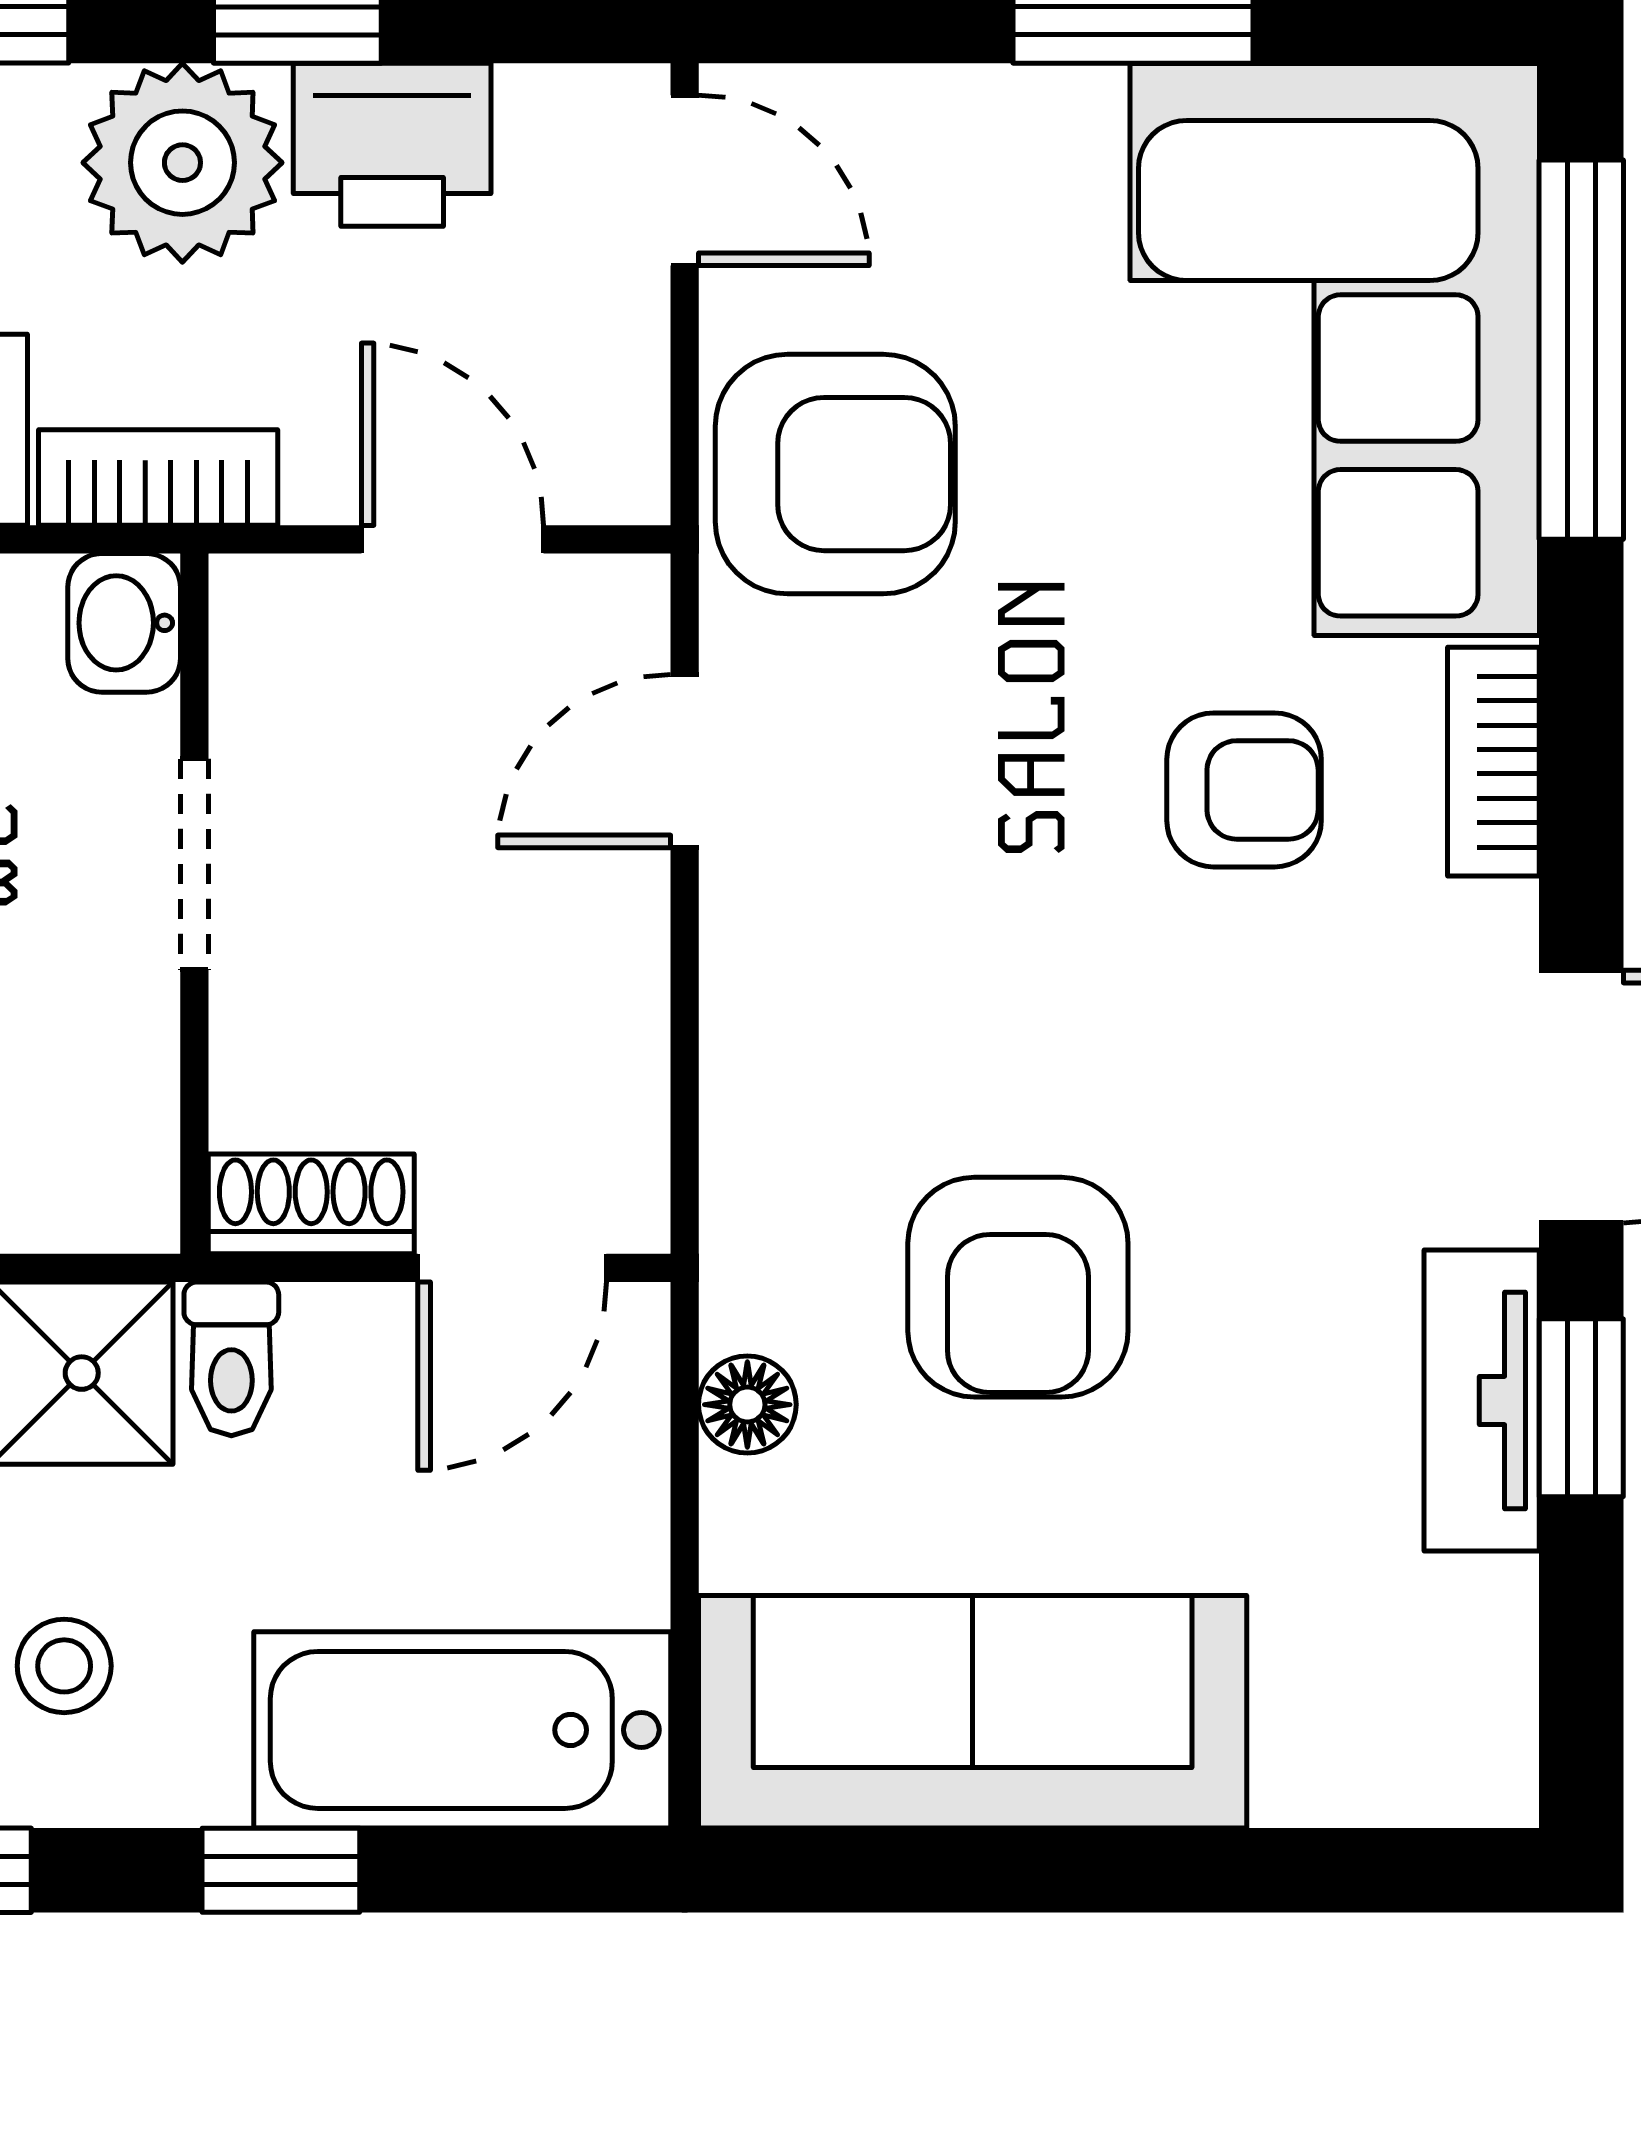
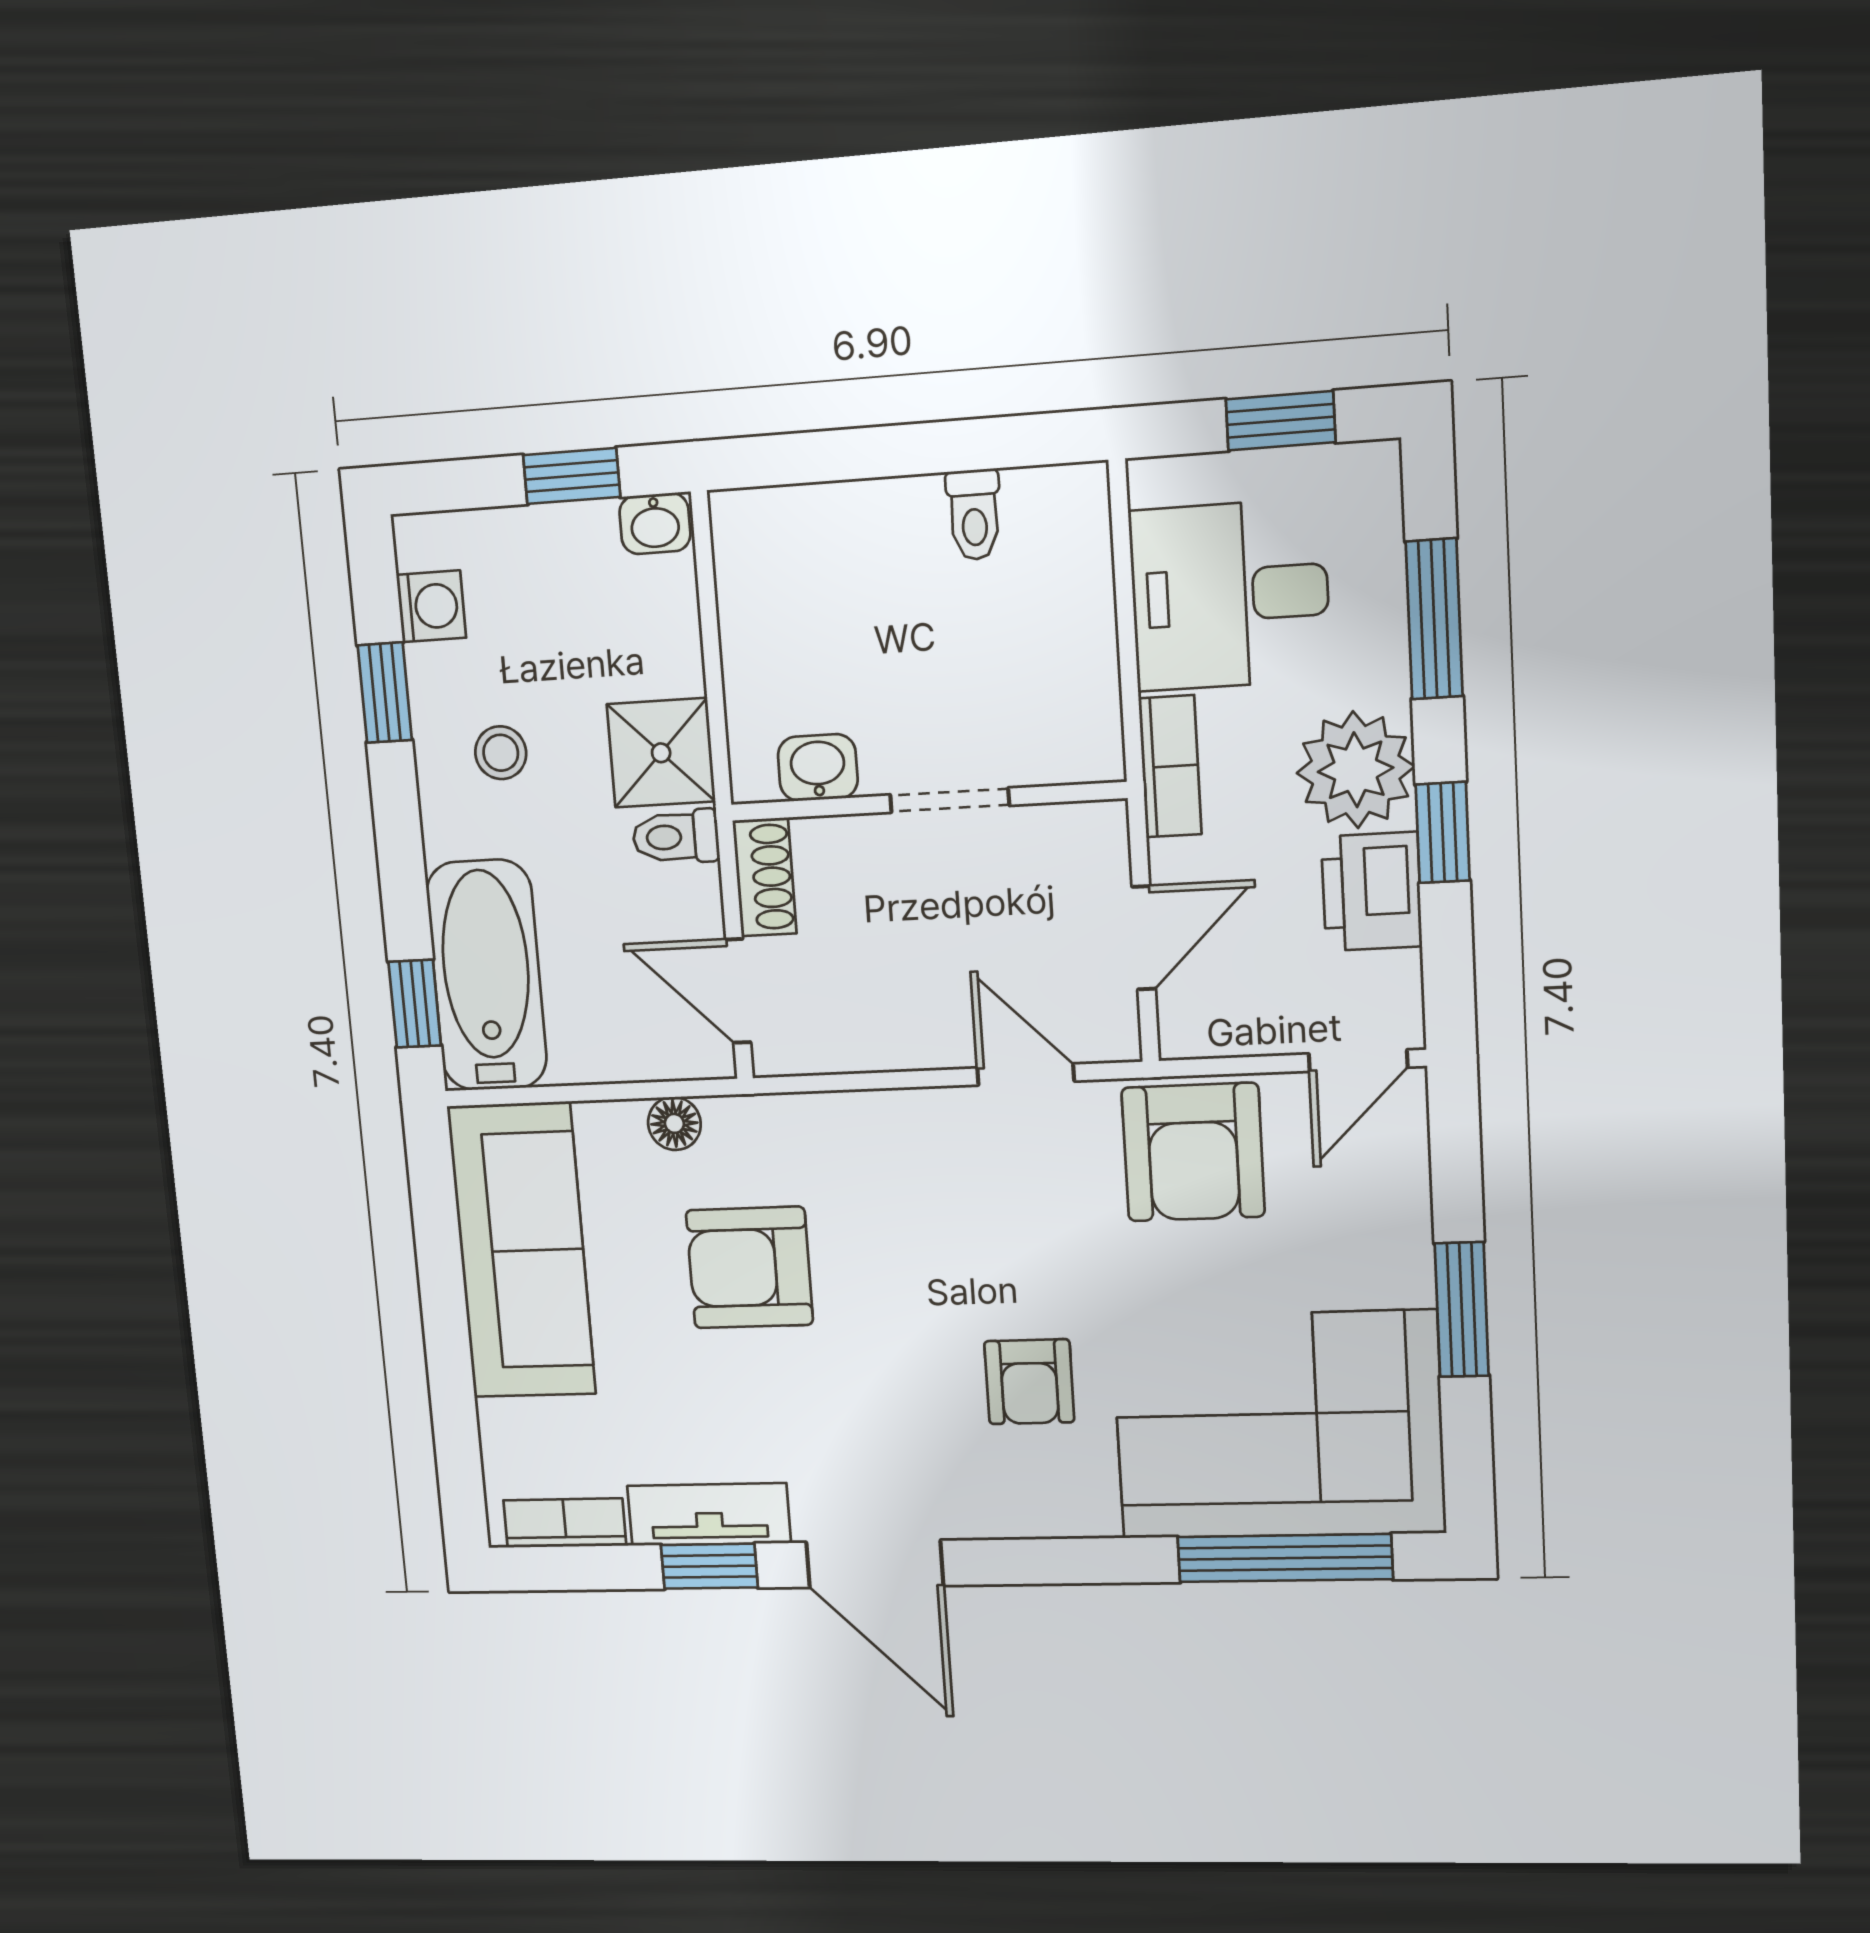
washbasin: (124, 623) -> (818, 768), moved
bookcase: (1493, 762) -> (565, 1523), moved
window: (281, 1870) -> (415, 1004), moved

